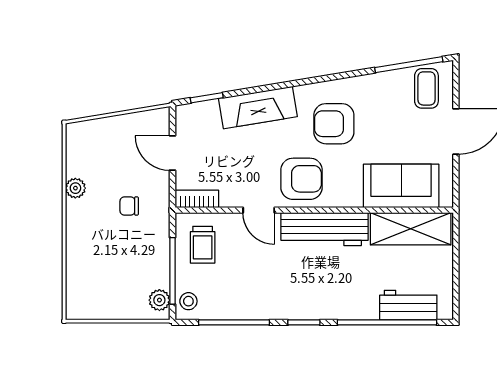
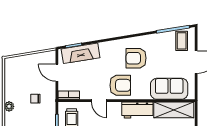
fireplace: (258, 108) -> (81, 53), moved
plant: (75, 188) -> (9, 106), moved
workbench: (325, 229) -> (137, 110), width x0.73

